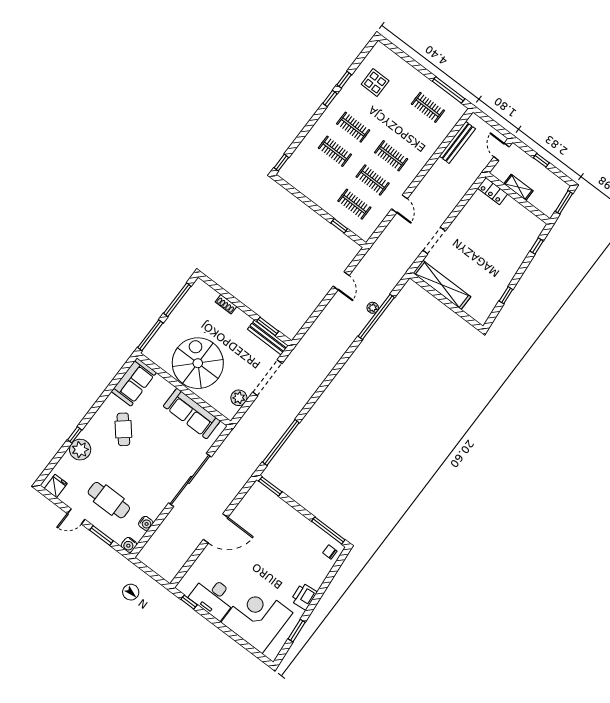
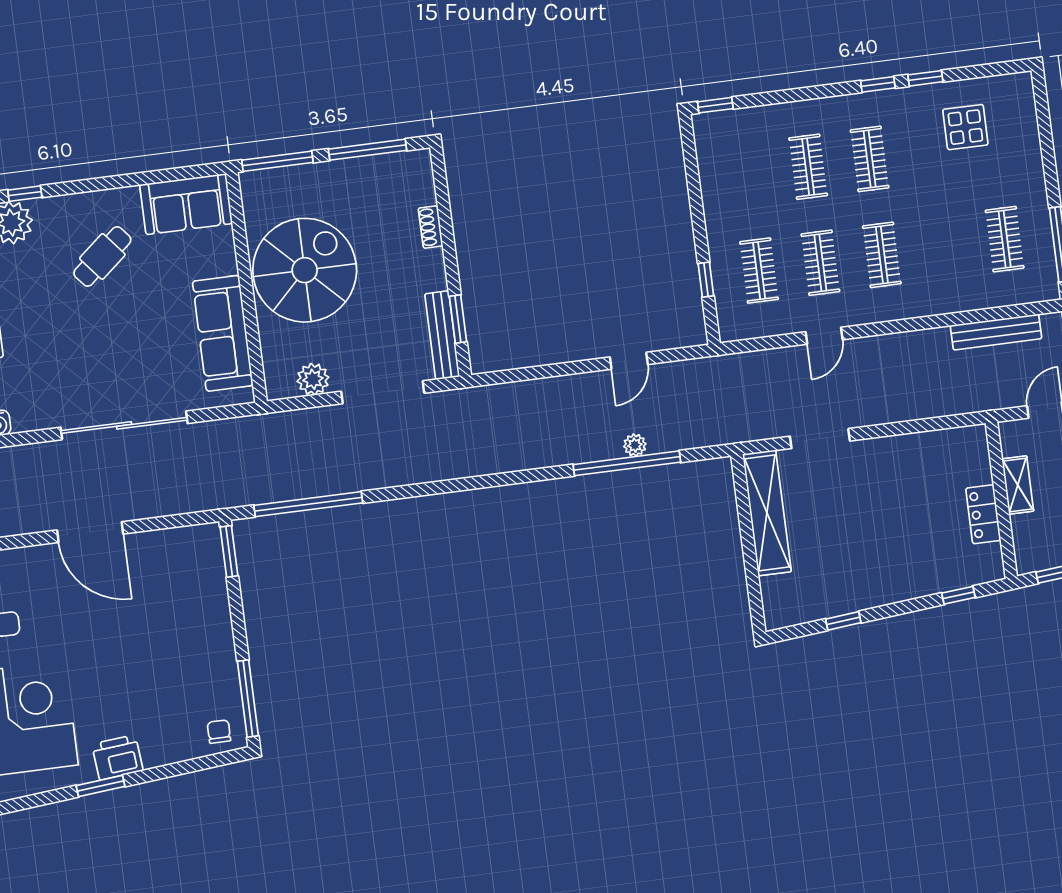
locker: (493, 191) -> (983, 514), moved
window: (297, 631) -> (101, 786), moved

